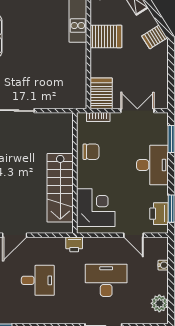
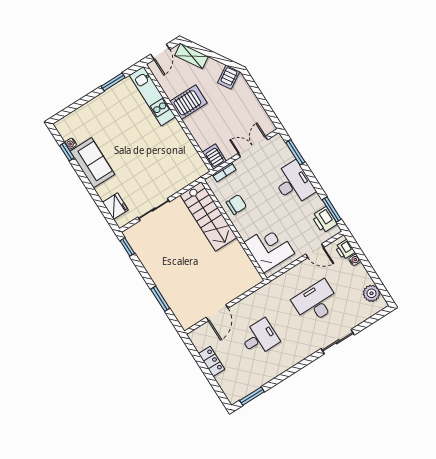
server rack: (101, 93) -> (214, 157), width x0.73, depth x0.70
stairs: (60, 188) -> (208, 216), moved
printer: (74, 244) -> (345, 250), moved, turned 90

